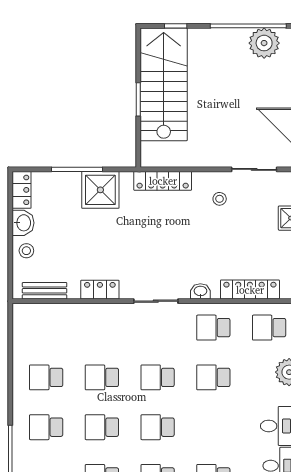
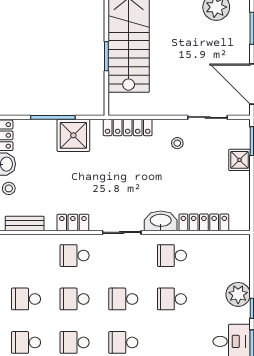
washbasin: (200, 291) -> (161, 221), width x1.91, depth x1.45
school desk: (269, 328) -> (75, 256), moved

